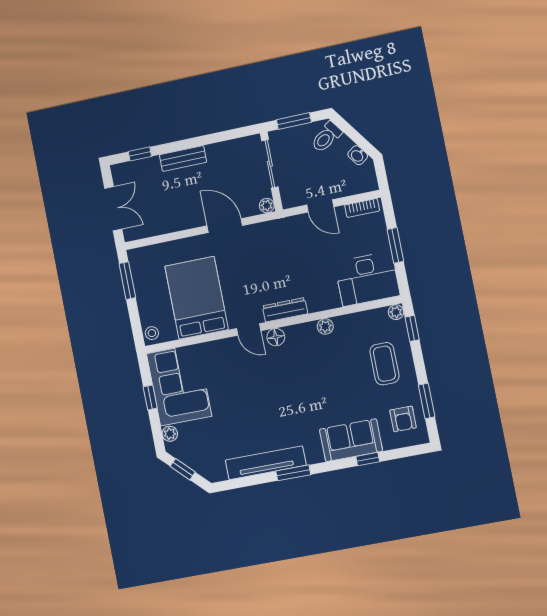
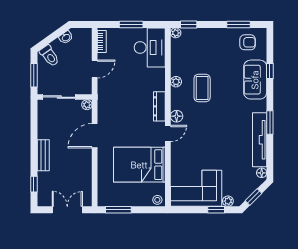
coffee table: (384, 364) -> (202, 88), moved, turned 90
window: (150, 397) -> (216, 210), moved
floor lamp: (219, 474) -> (262, 173), added

